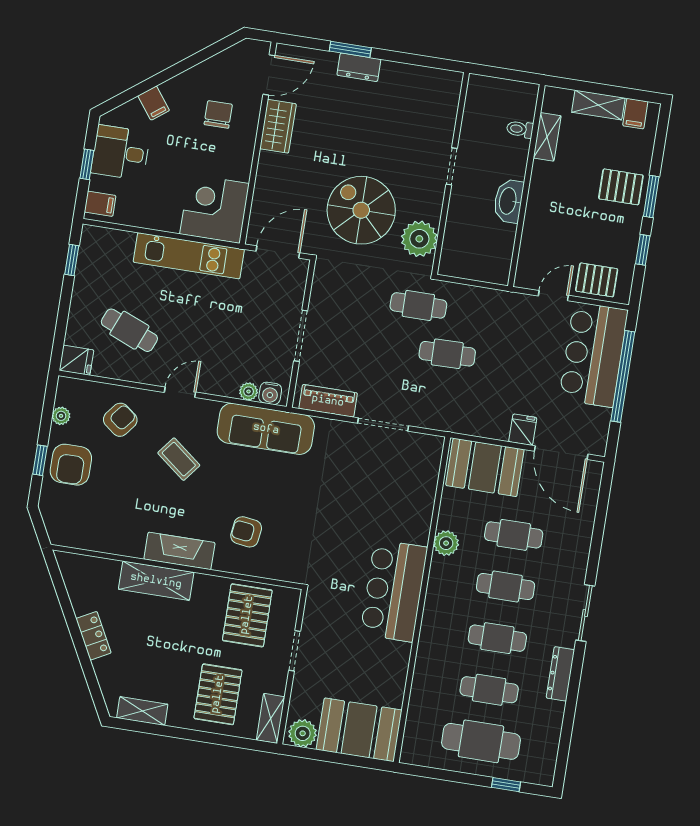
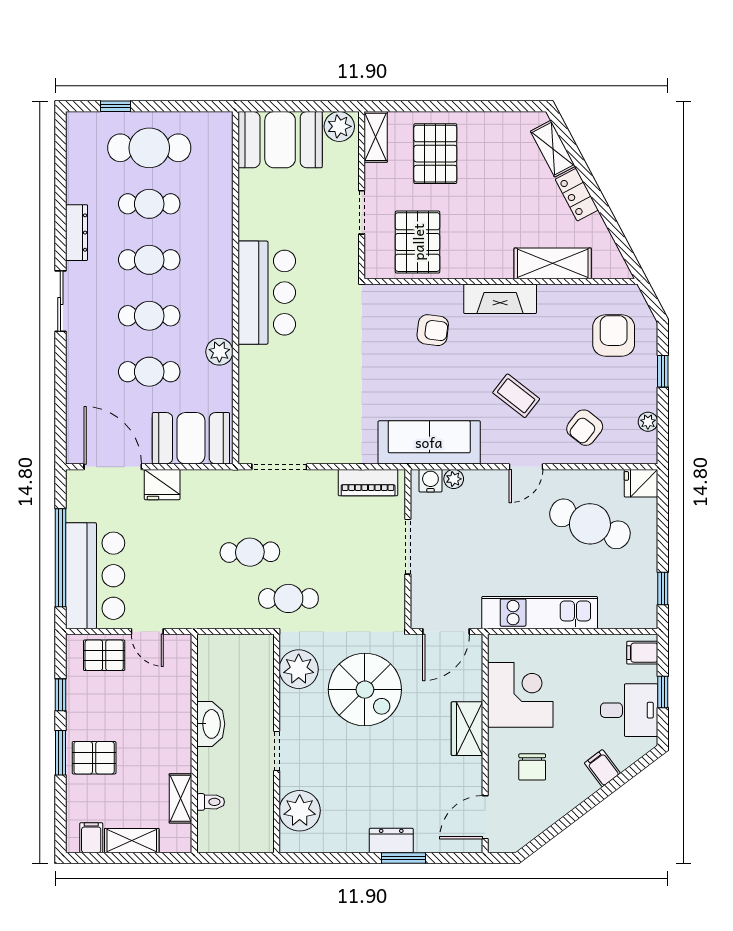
plant: (439, 108) -> (300, 811), added
wardrobe: (278, 126) -> (467, 729), moved
corner desk: (215, 209) -> (520, 695), moved, turned -90
door: (553, 296) -> (147, 631), hinge flipped
cafe table: (129, 330) -> (590, 524), width x1.37, depth x1.35
doorway: (383, 424) -> (279, 467), moved
fridge: (523, 430) -> (162, 485), width x1.38
armchair: (71, 465) -> (614, 336), moved
shelving: (156, 581) -> (553, 263), moved
shelving: (142, 711) -> (553, 149), moved, turned 62

